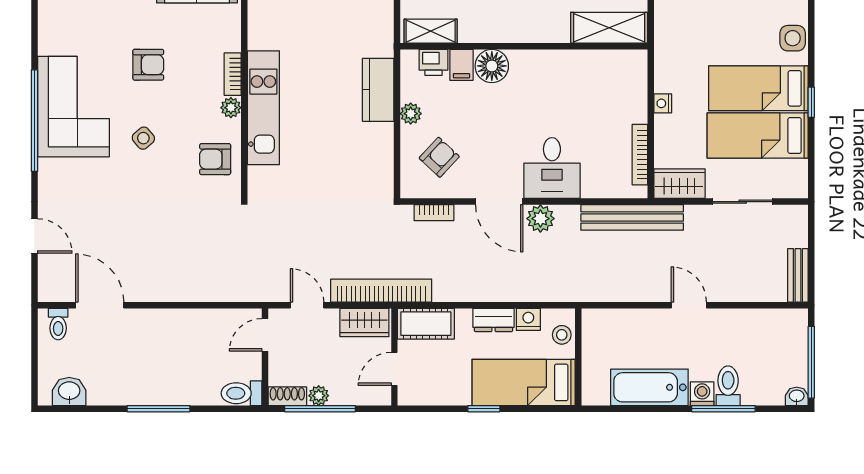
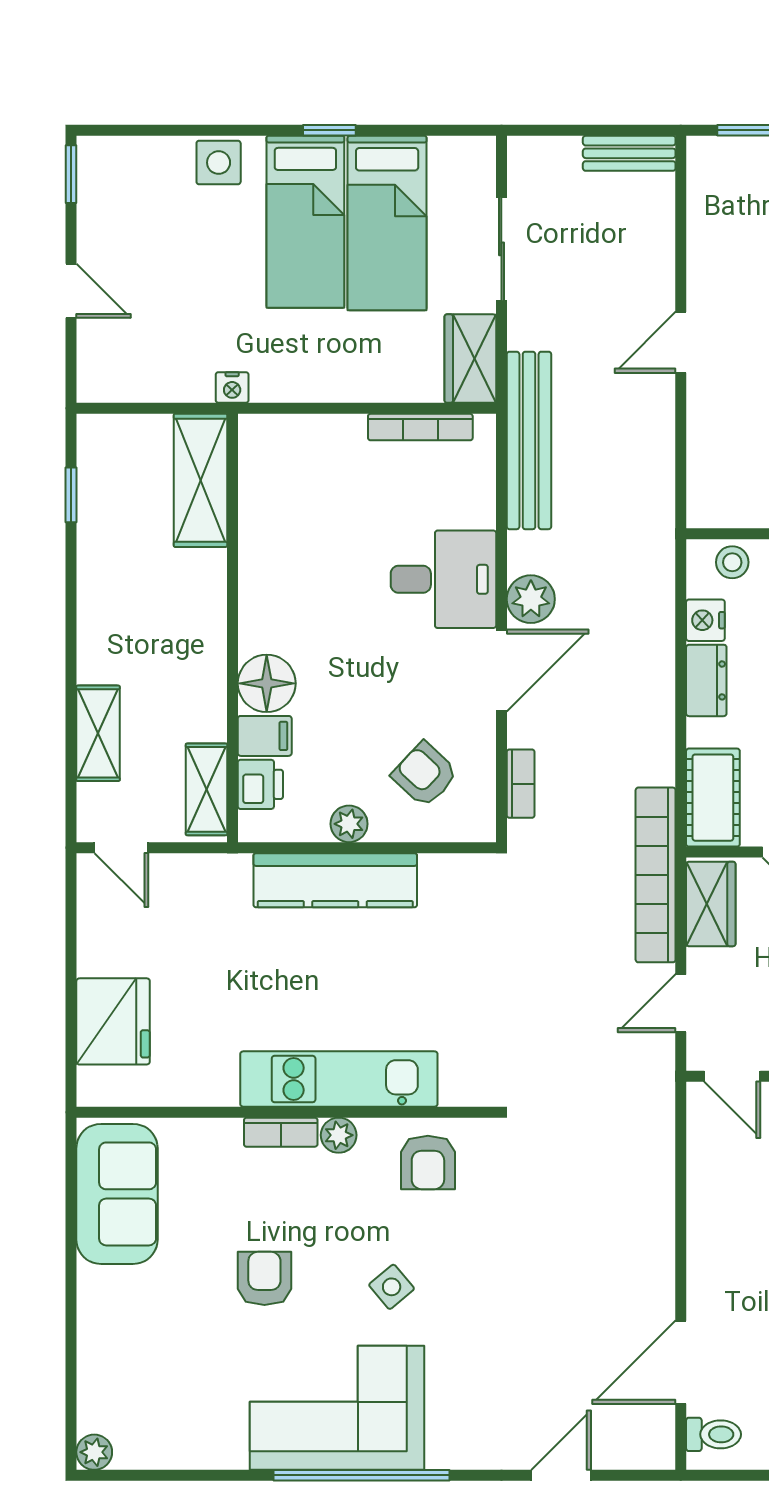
kitchen counter: (378, 90) -> (335, 880), width x1.50
nightstand: (663, 103) -> (232, 387), moved

